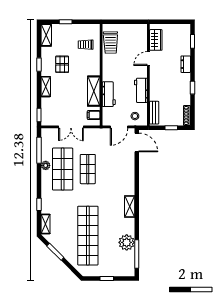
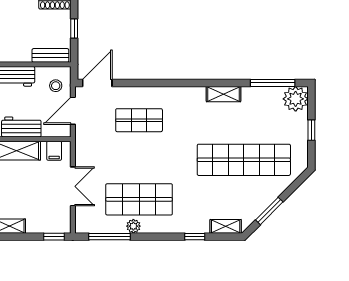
door: (119, 127) -> (73, 111), swing flipped
shop shelf: (88, 169) -> (139, 120), moved
shelving: (130, 206) -> (223, 94), moved
plant: (127, 242) -> (296, 99), moved

